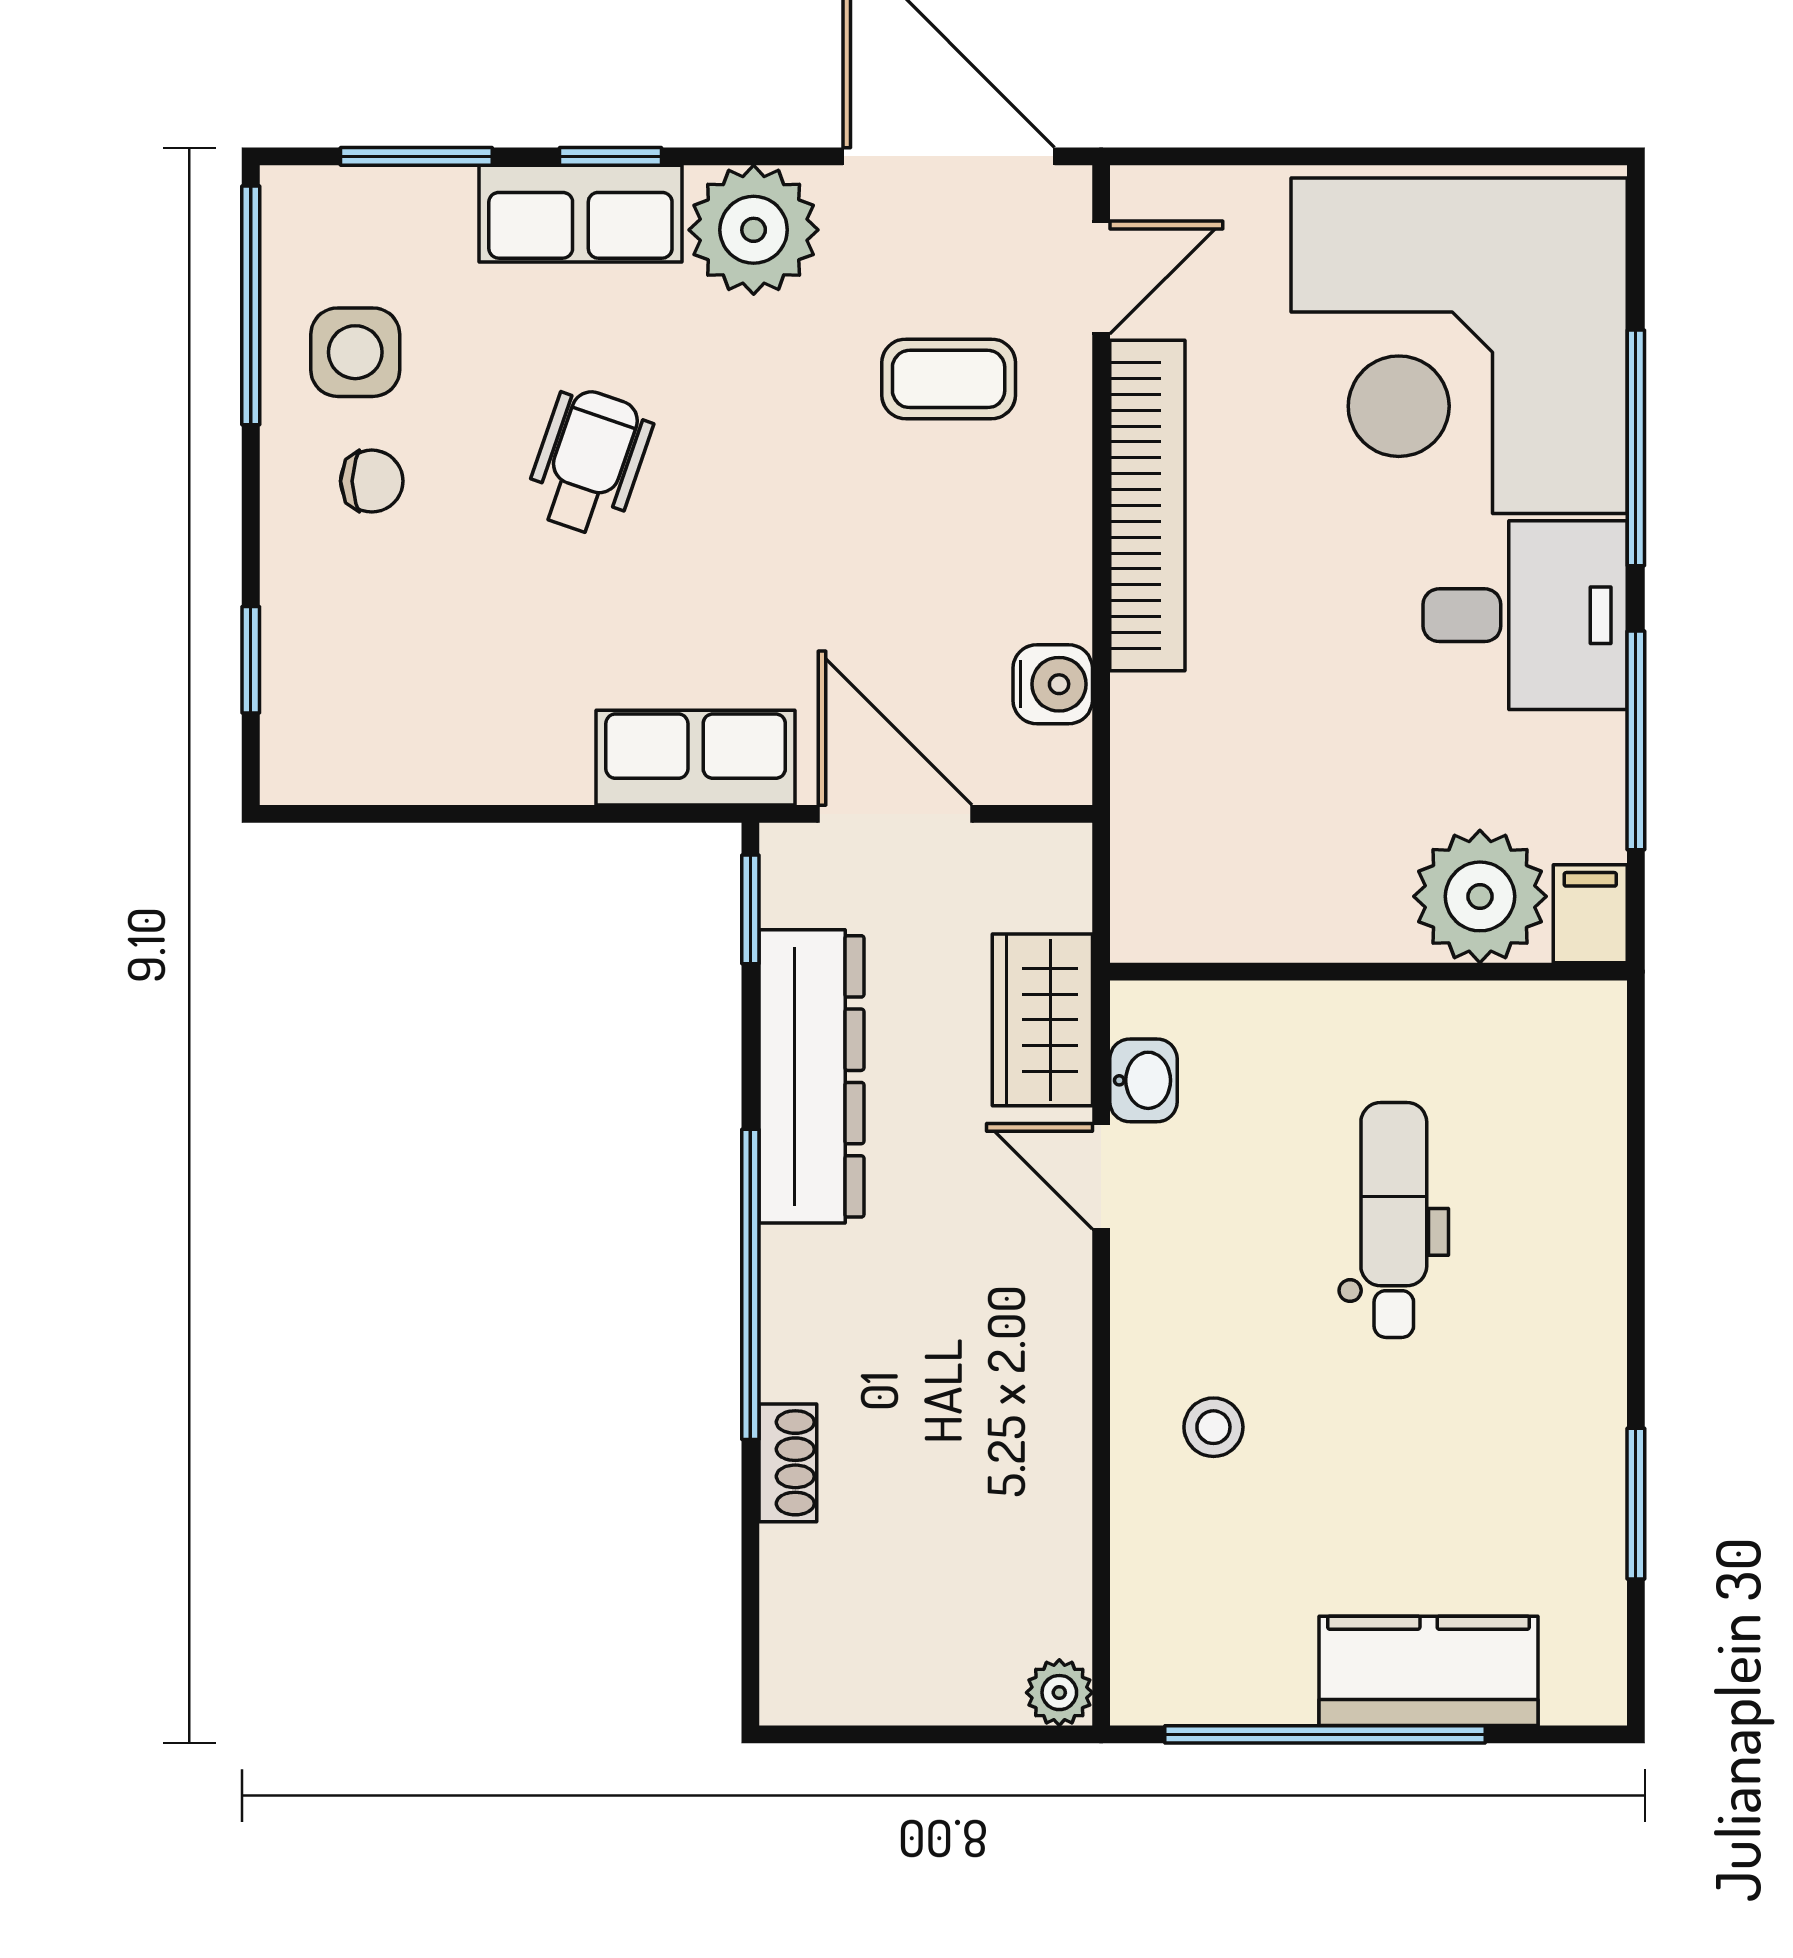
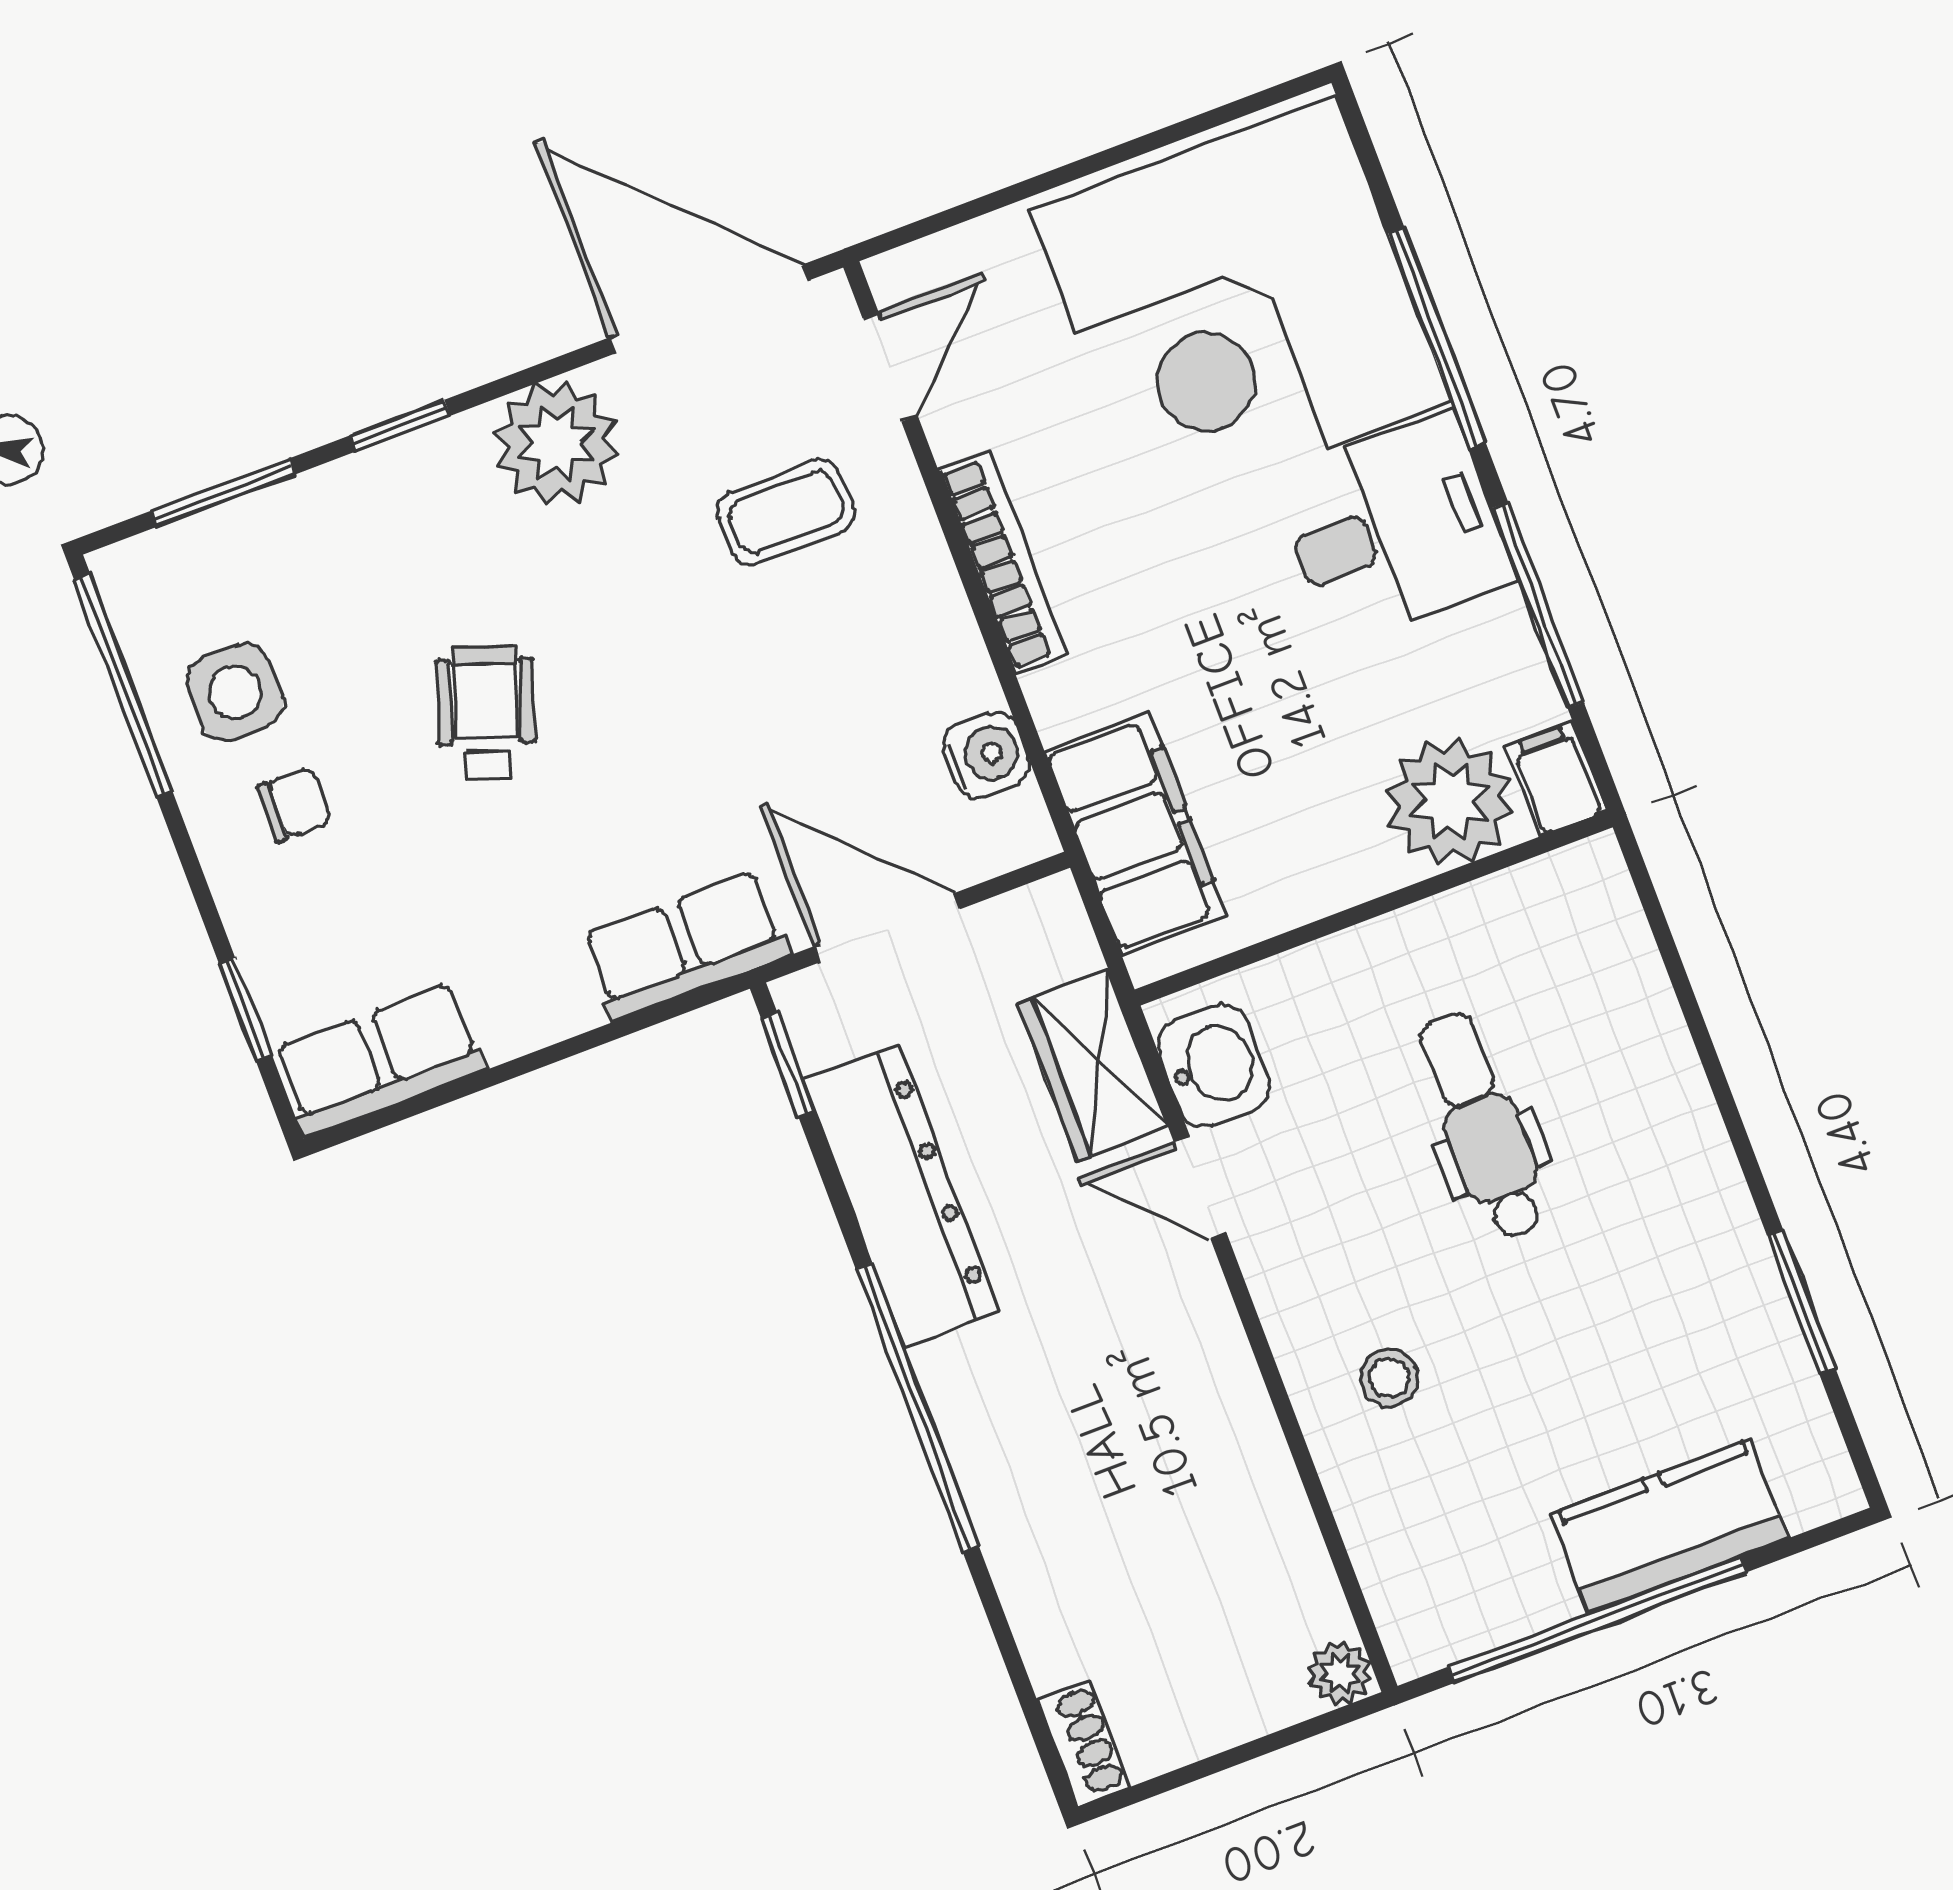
row of seats: (580, 214) -> (380, 1060), moved, turned 180
bookcase: (1147, 505) -> (1003, 562), width x0.68, depth x0.76
filing cabinet: (1168, 813) -> (1136, 833), added
washbasin: (1143, 1080) -> (1214, 1066), width x1.38, depth x1.45
shoe rack: (788, 1463) -> (1083, 1743), moved

